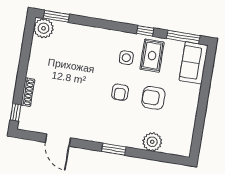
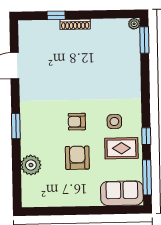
plant: (43, 28) -> (134, 24), width x0.53, depth x0.53
shoe rack: (28, 92) -> (75, 24), moved
window: (16, 112) -> (56, 15), moved

